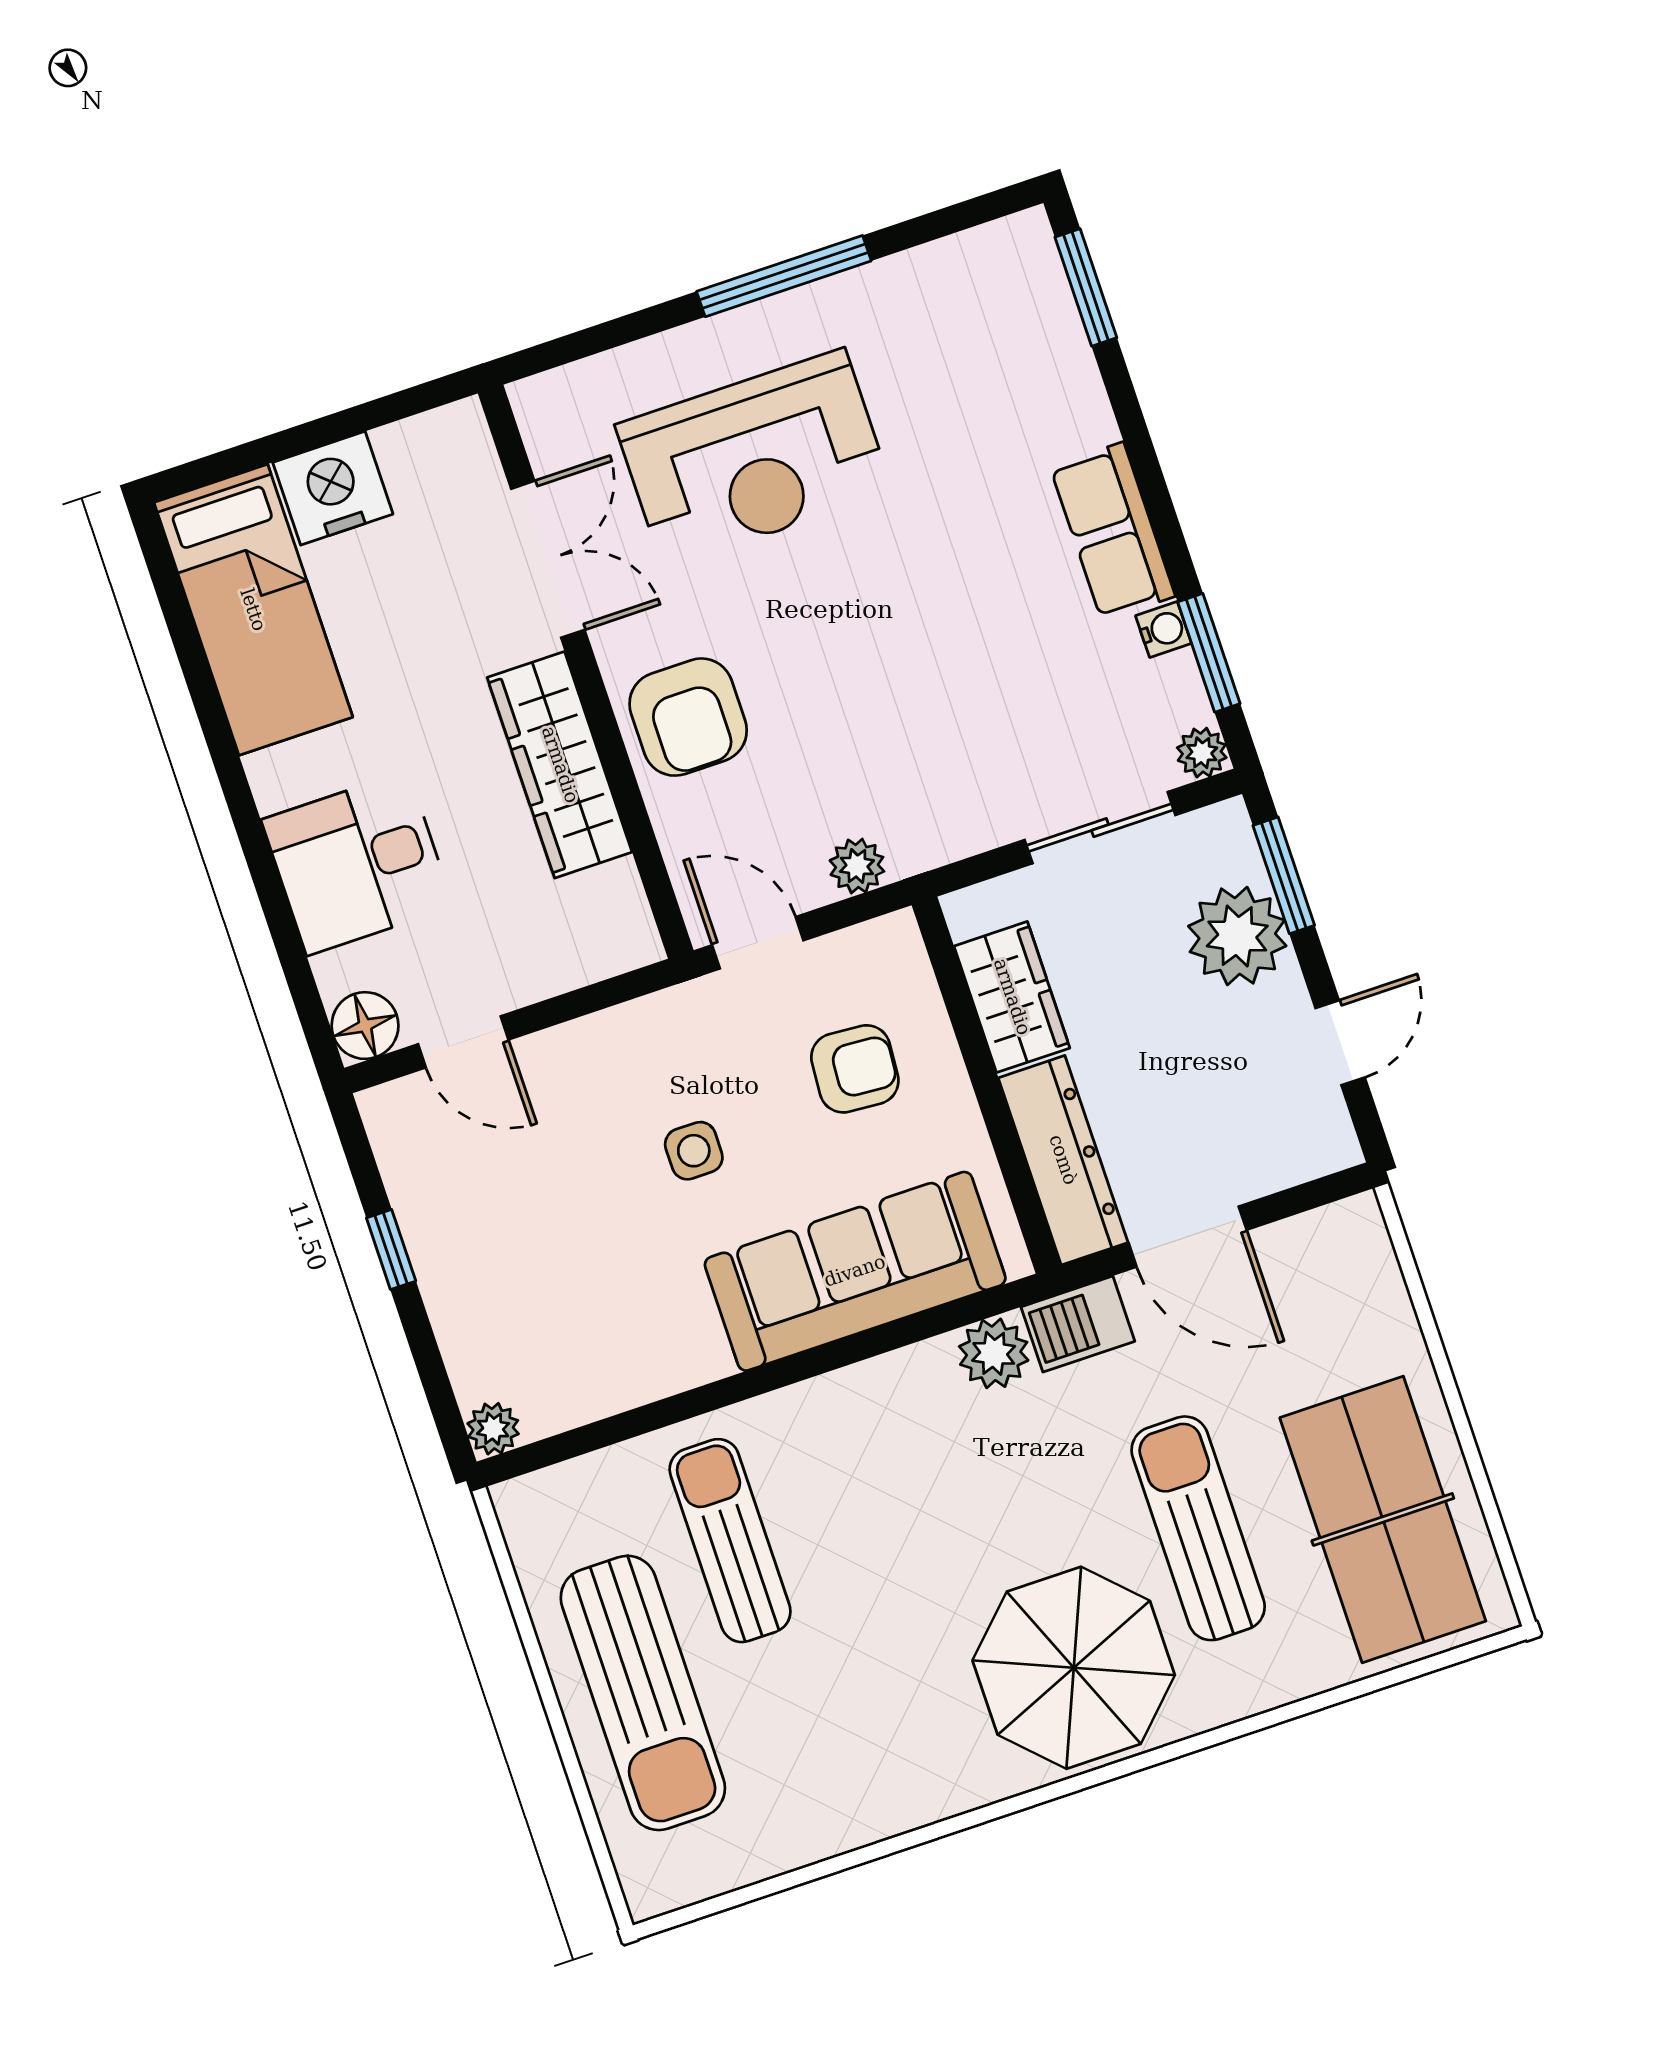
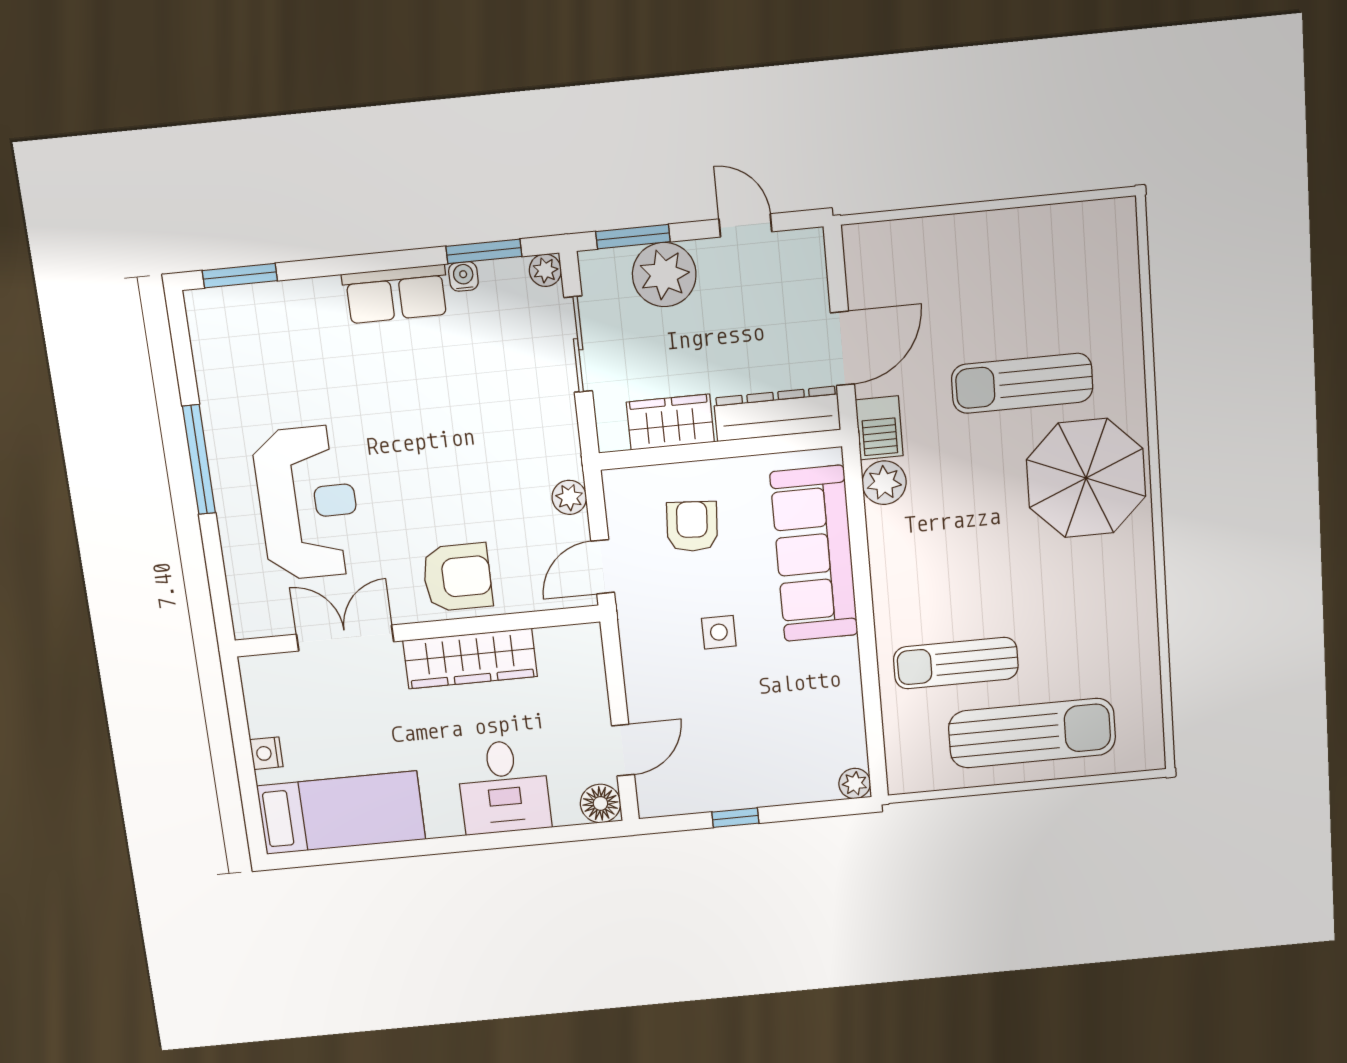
nightstand: (333, 488) -> (266, 753), width x0.53, depth x0.56
table tennis table: (1383, 1519) -> (1047, 268), removed

